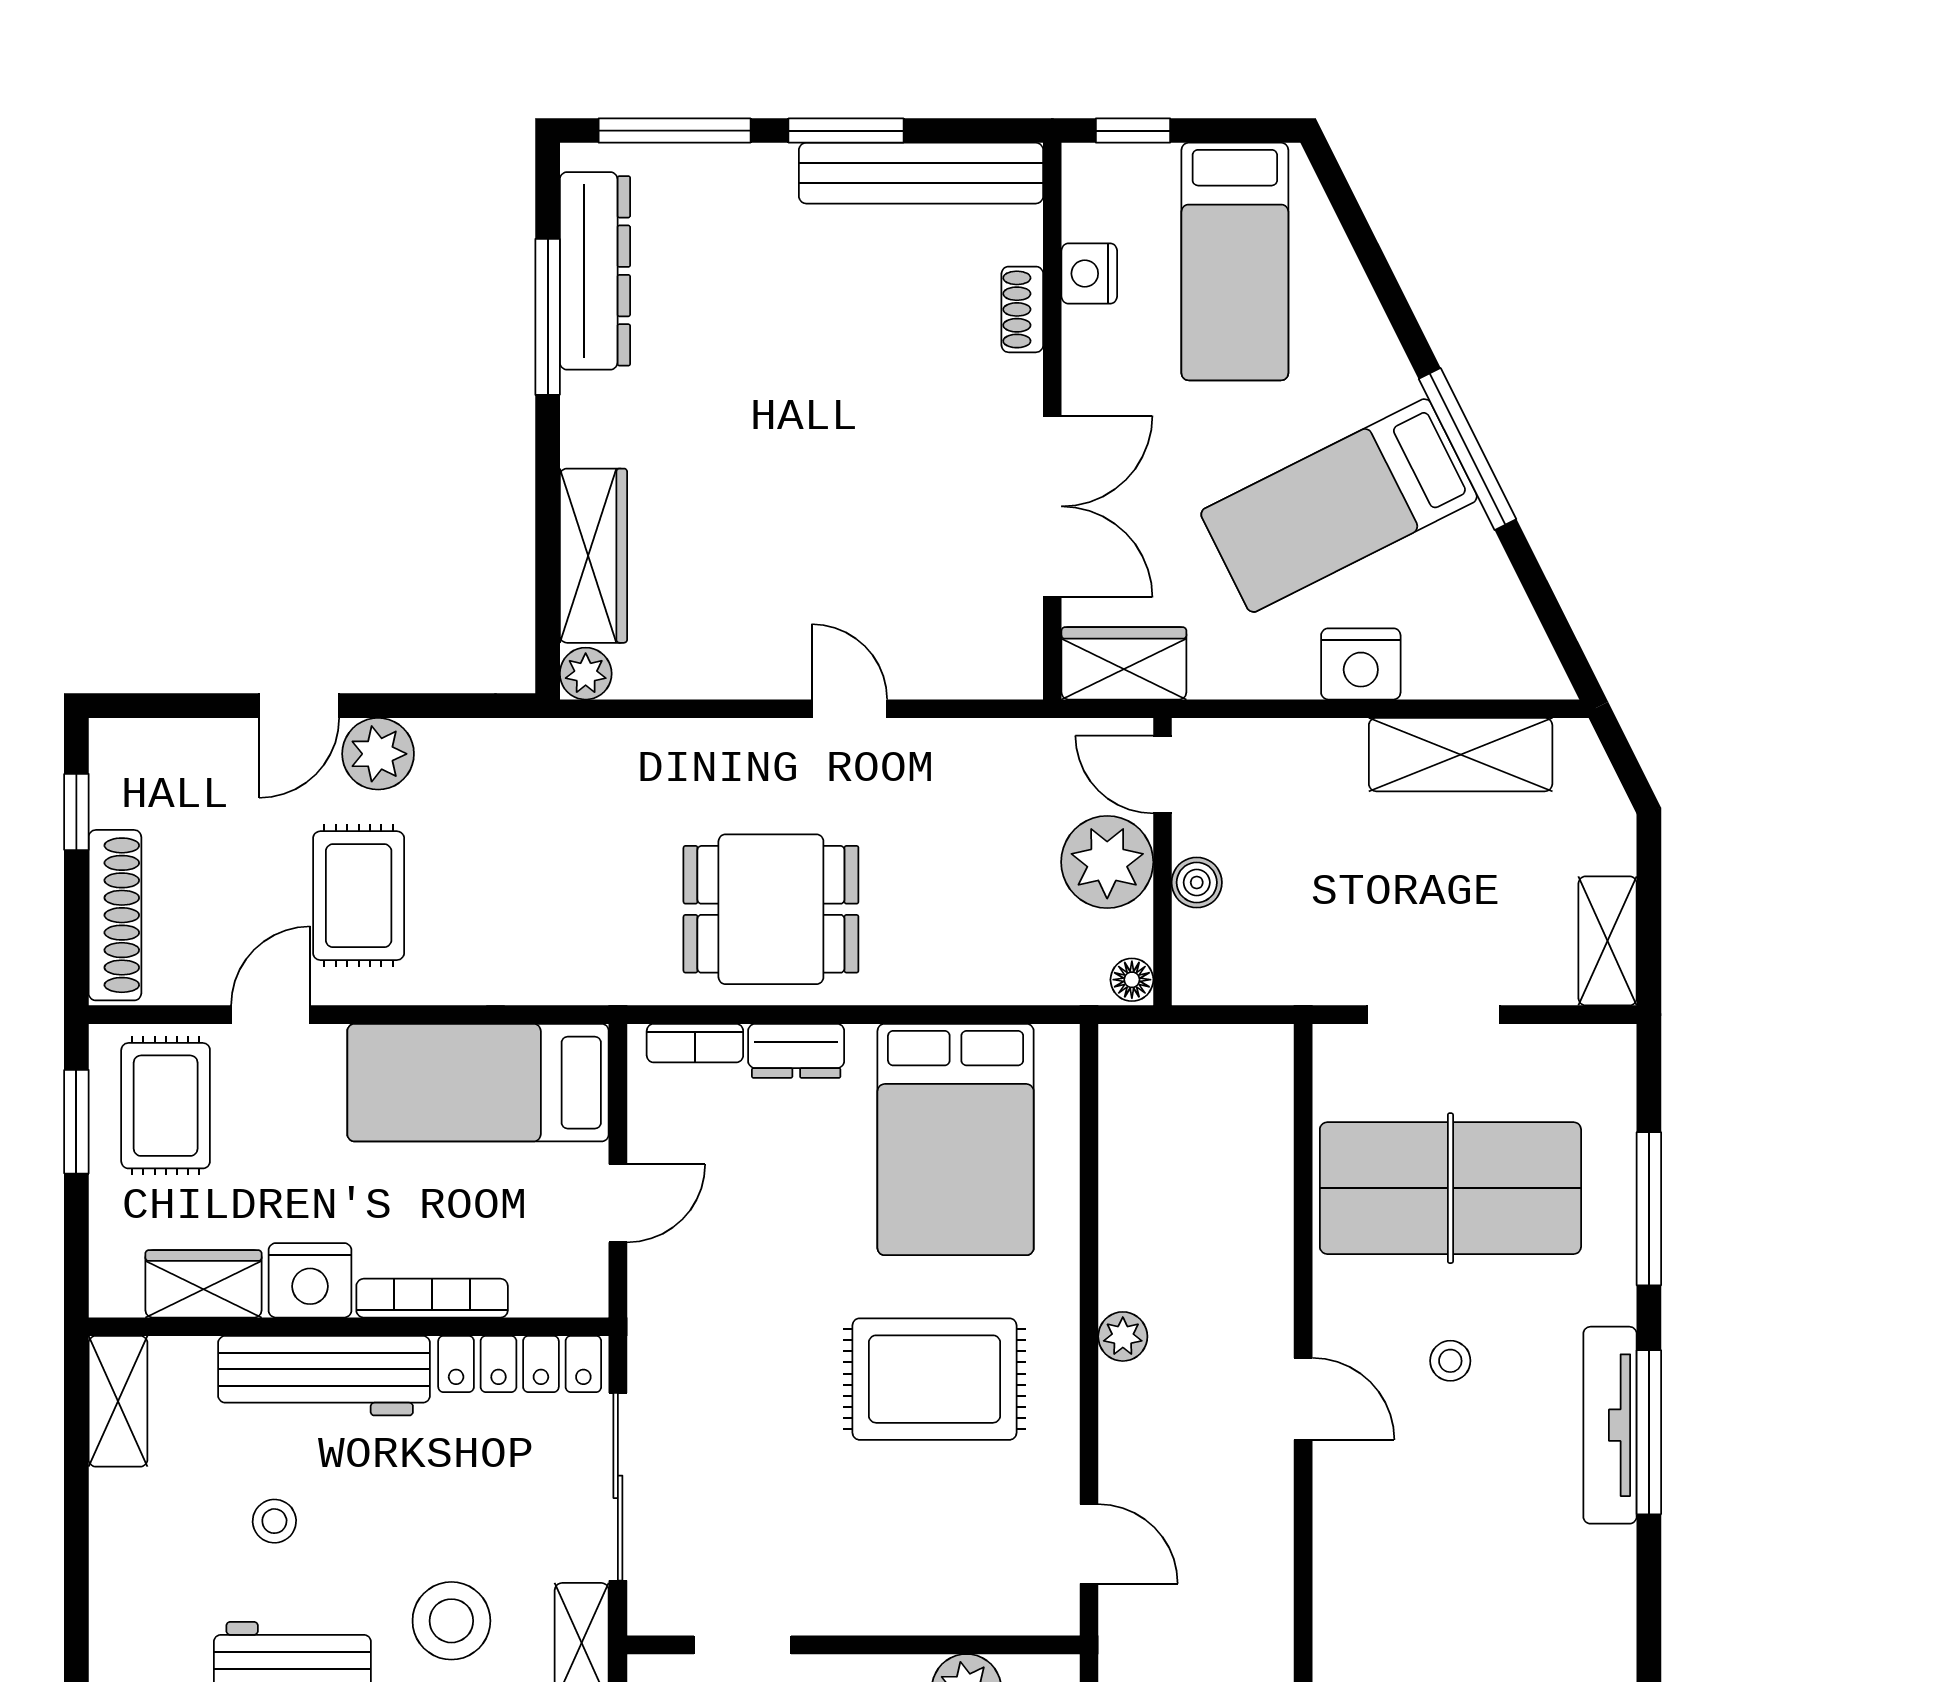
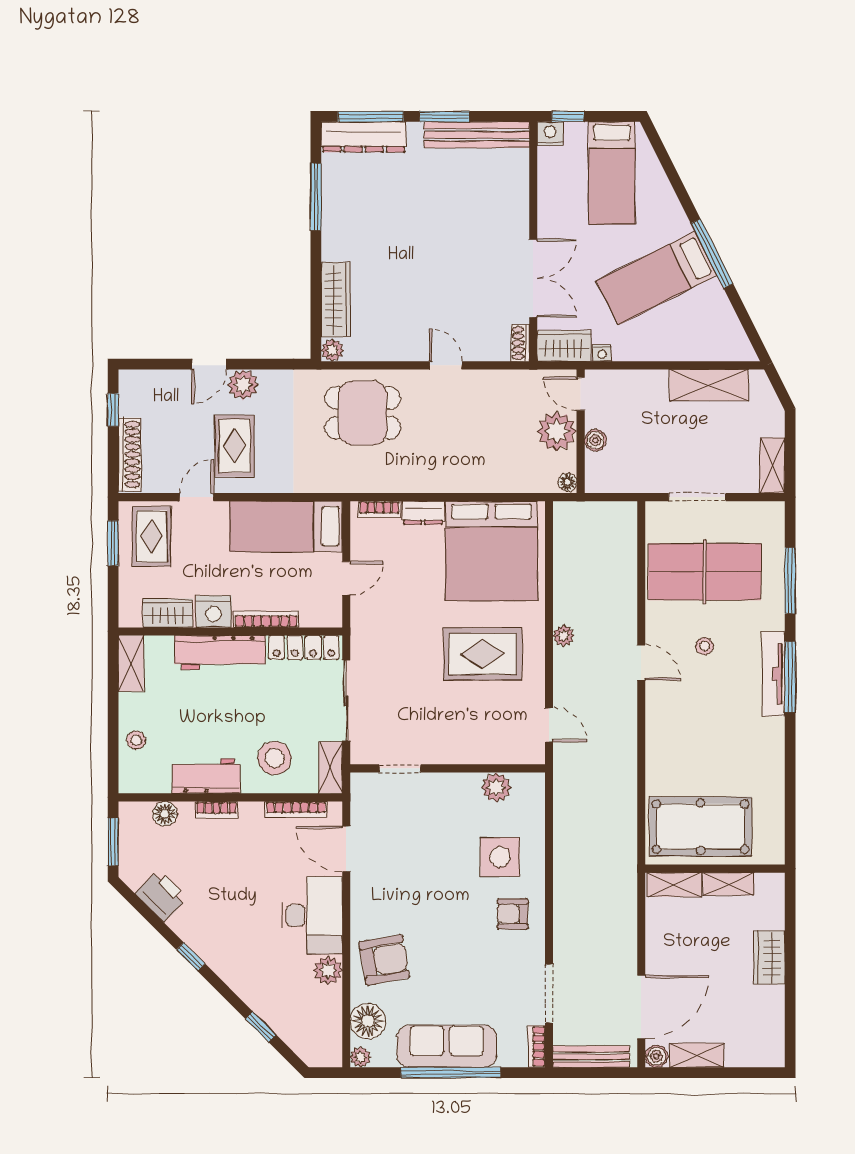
dresser: (595, 271) -> (364, 137), moved, turned 90
nightstand: (1089, 274) -> (550, 134), moved, turned 90
shoe rack: (1022, 309) -> (520, 343), moved
nightstand: (1361, 664) -> (602, 353), moved, width x0.53, depth x0.56
dining table: (771, 909) -> (363, 413), moved
bed: (956, 1140) -> (492, 551), width x1.36
stool: (274, 1521) -> (136, 740), moved

